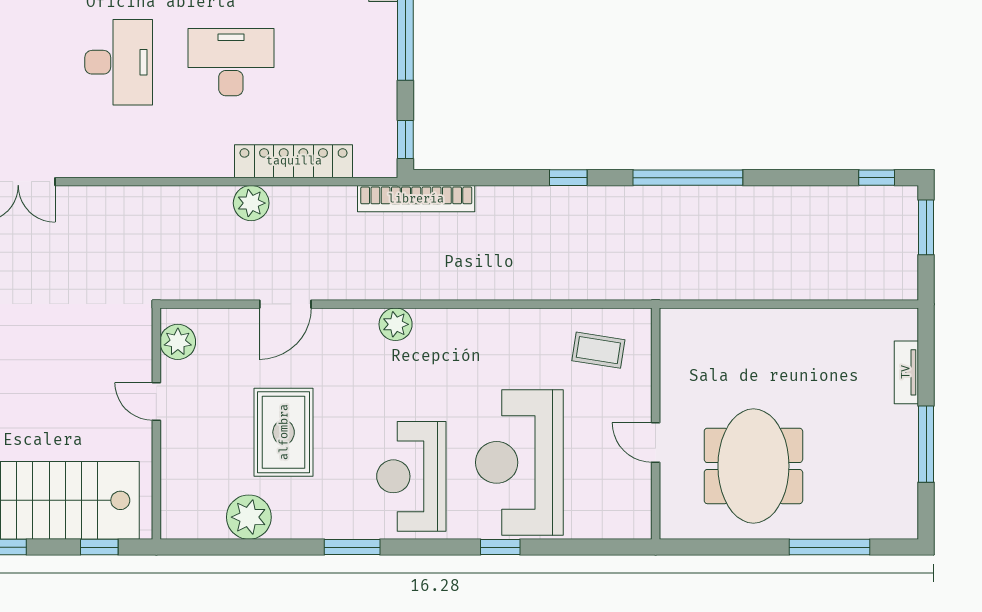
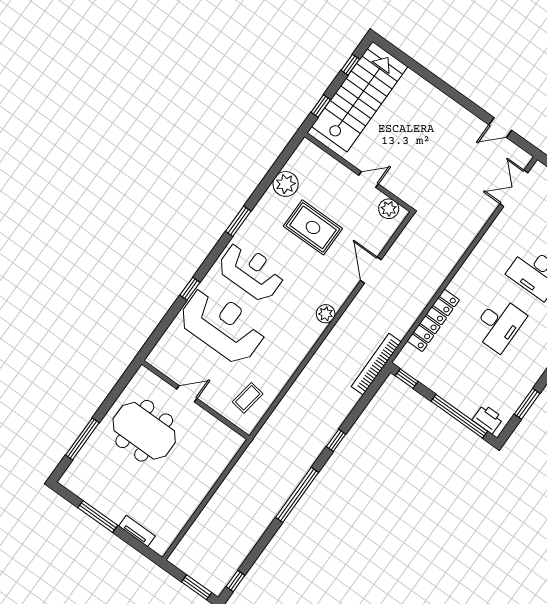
plant: (251, 203) -> (428, 288), removed

